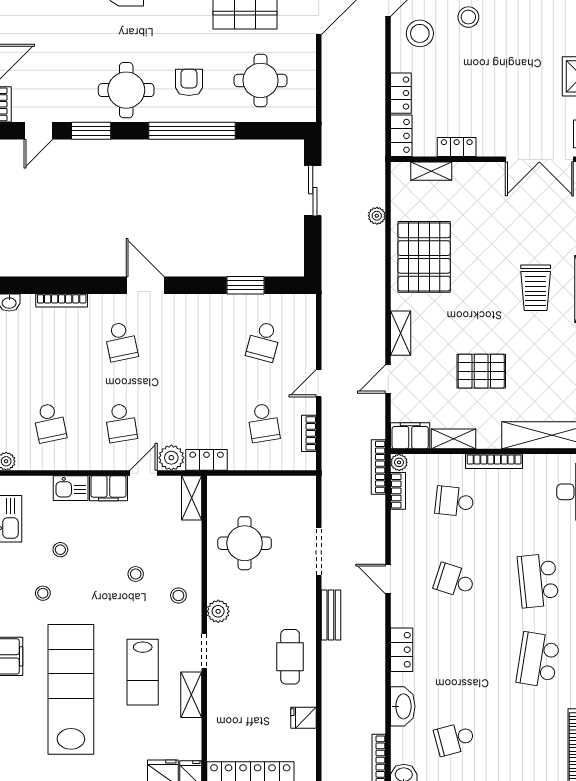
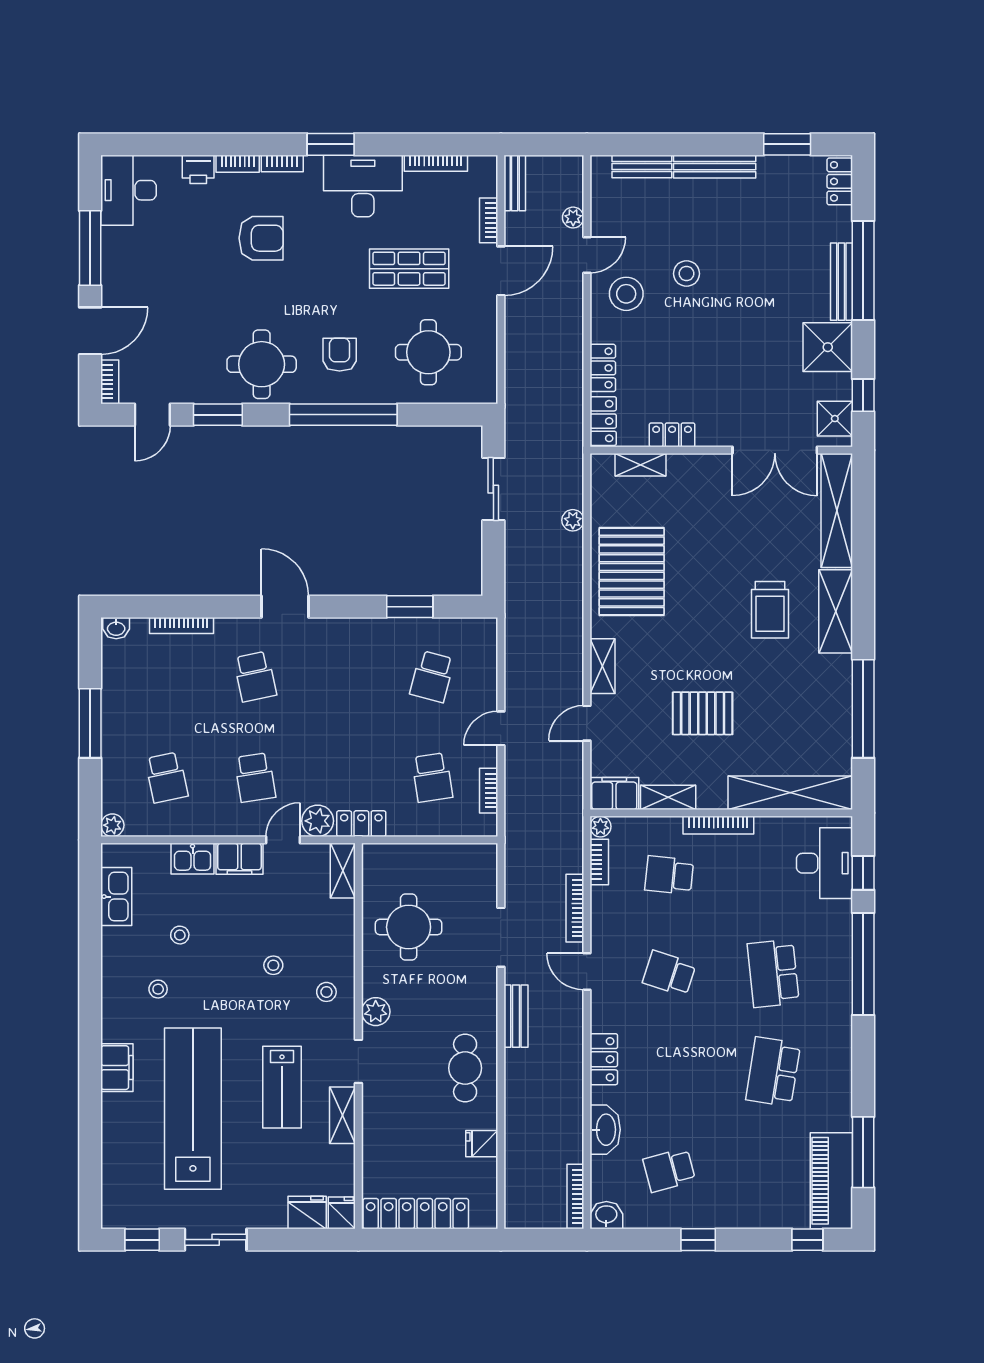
bookcase: (378, 467) -> (575, 908), moved

